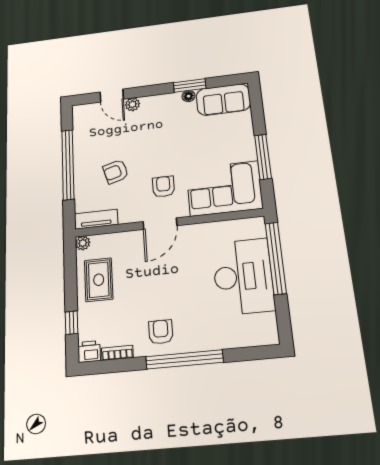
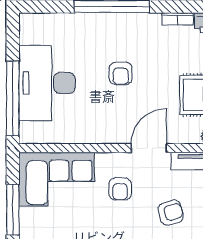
door: (160, 224) -> (149, 148), moved
armchair: (161, 332) -> (121, 73), moved

